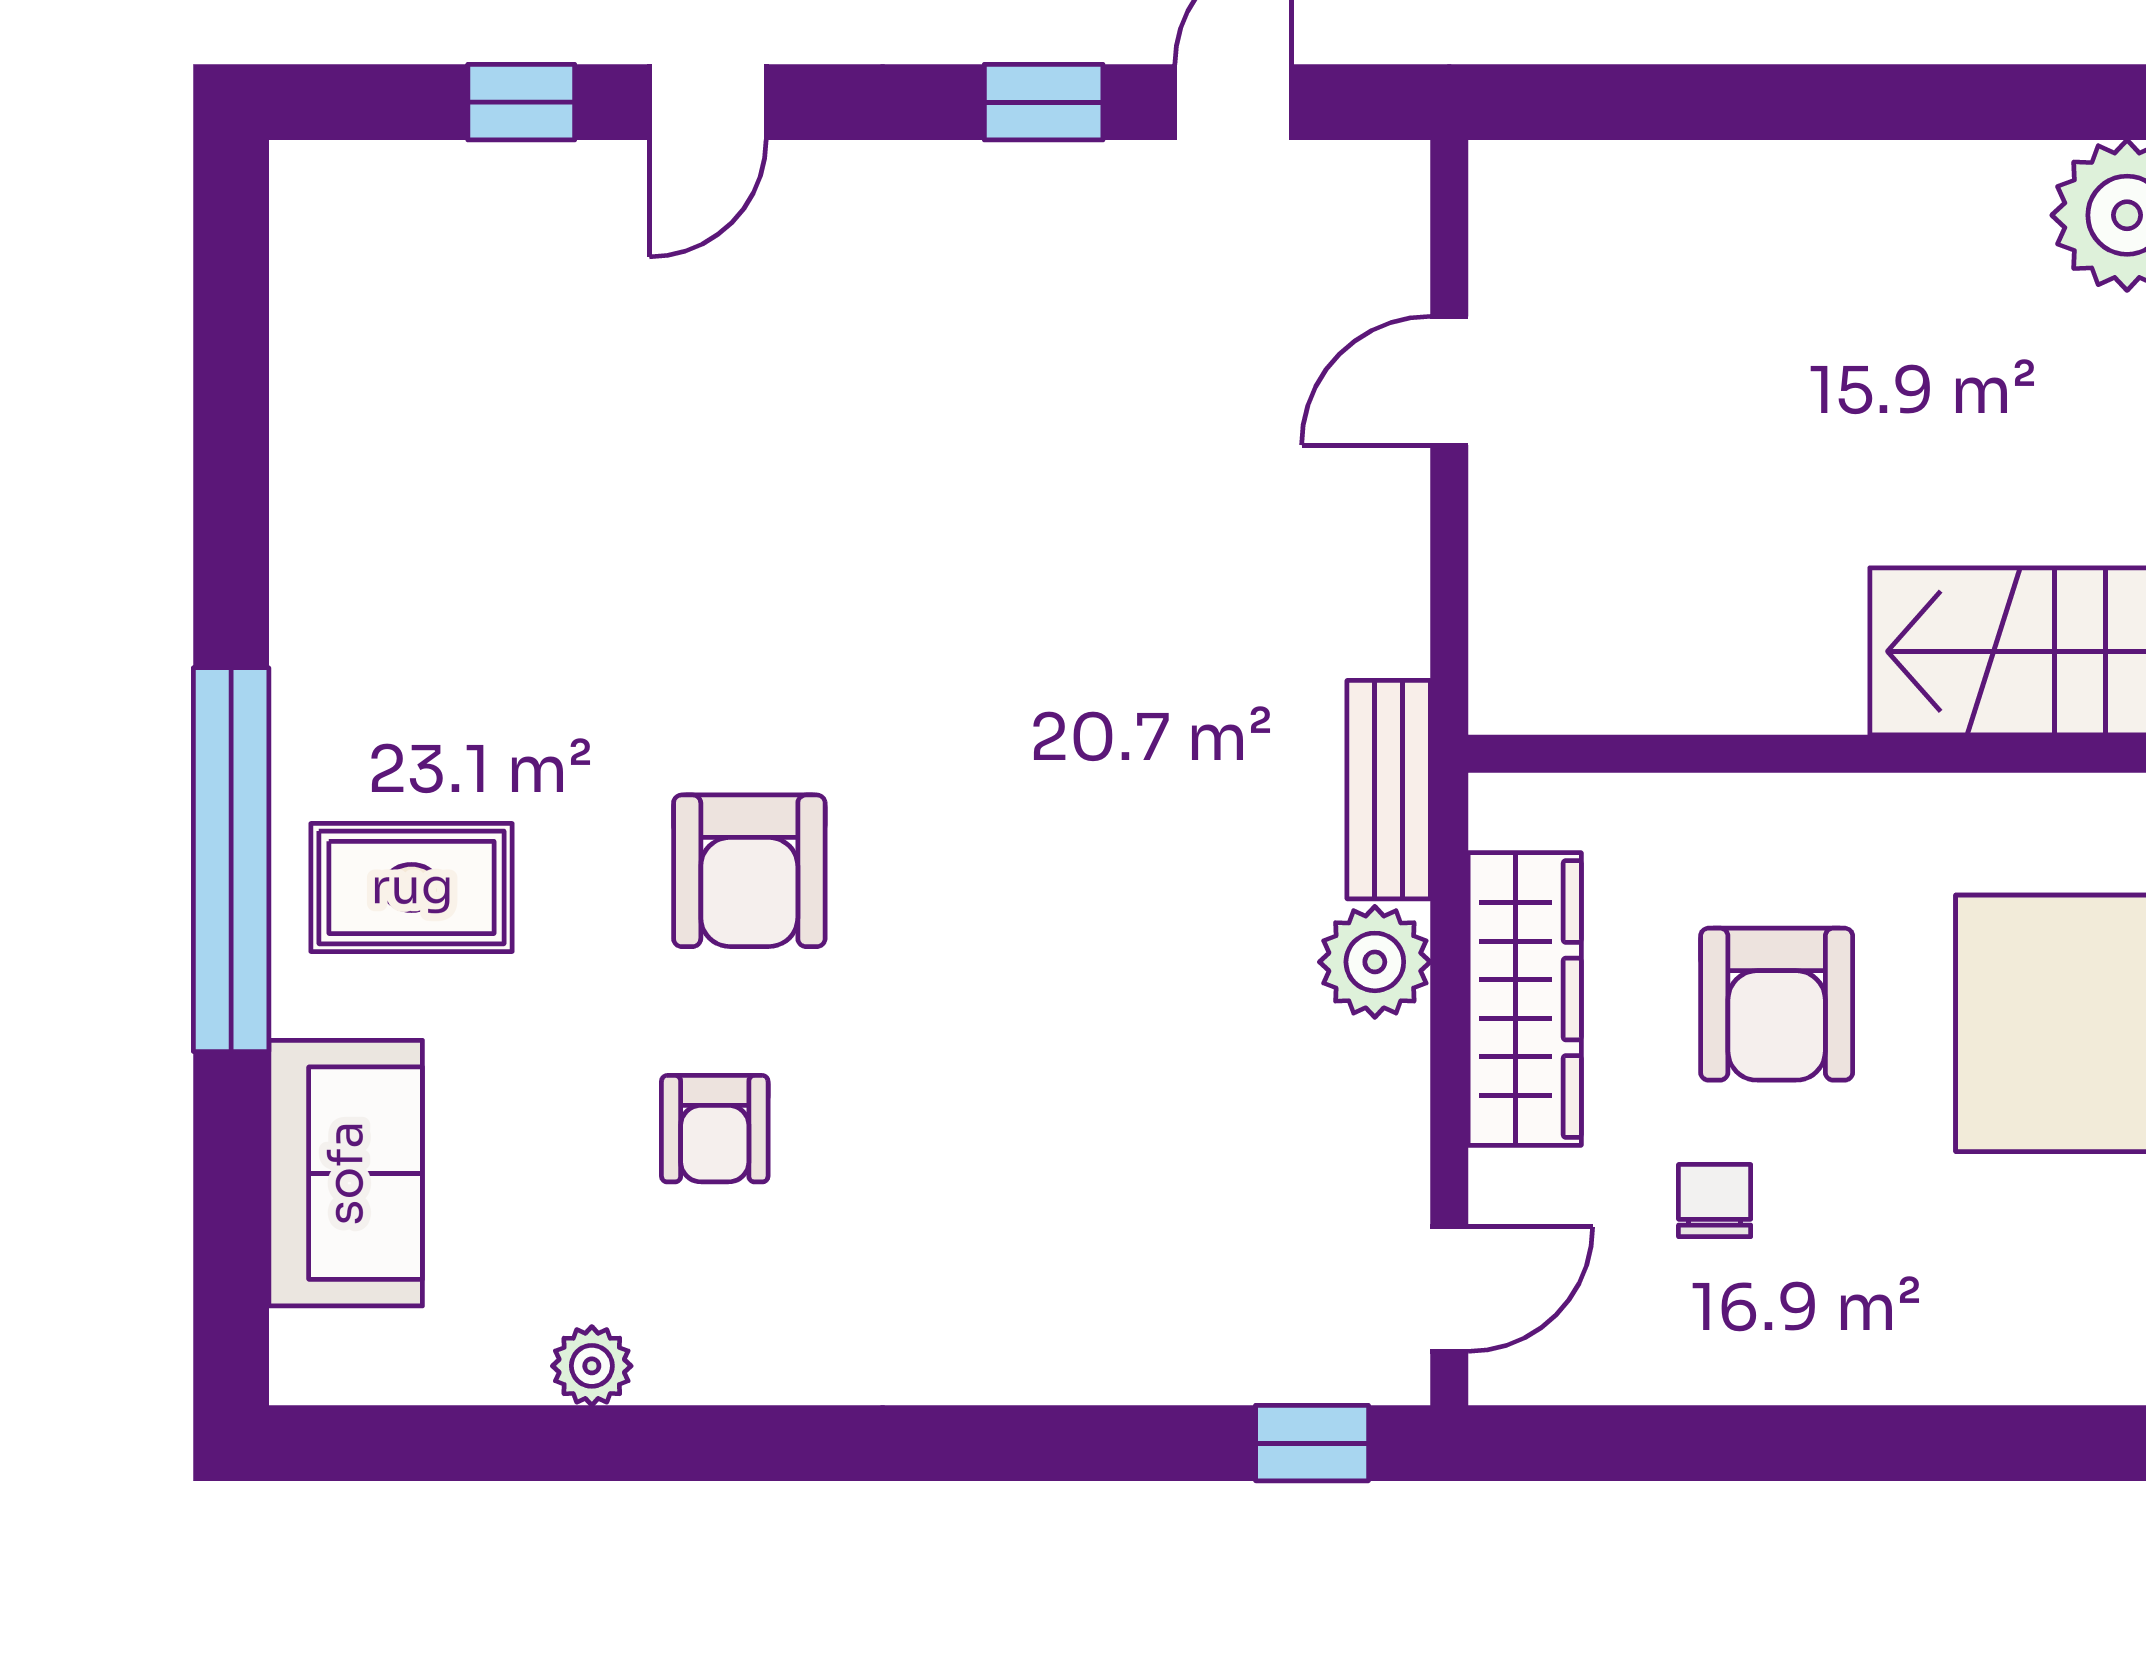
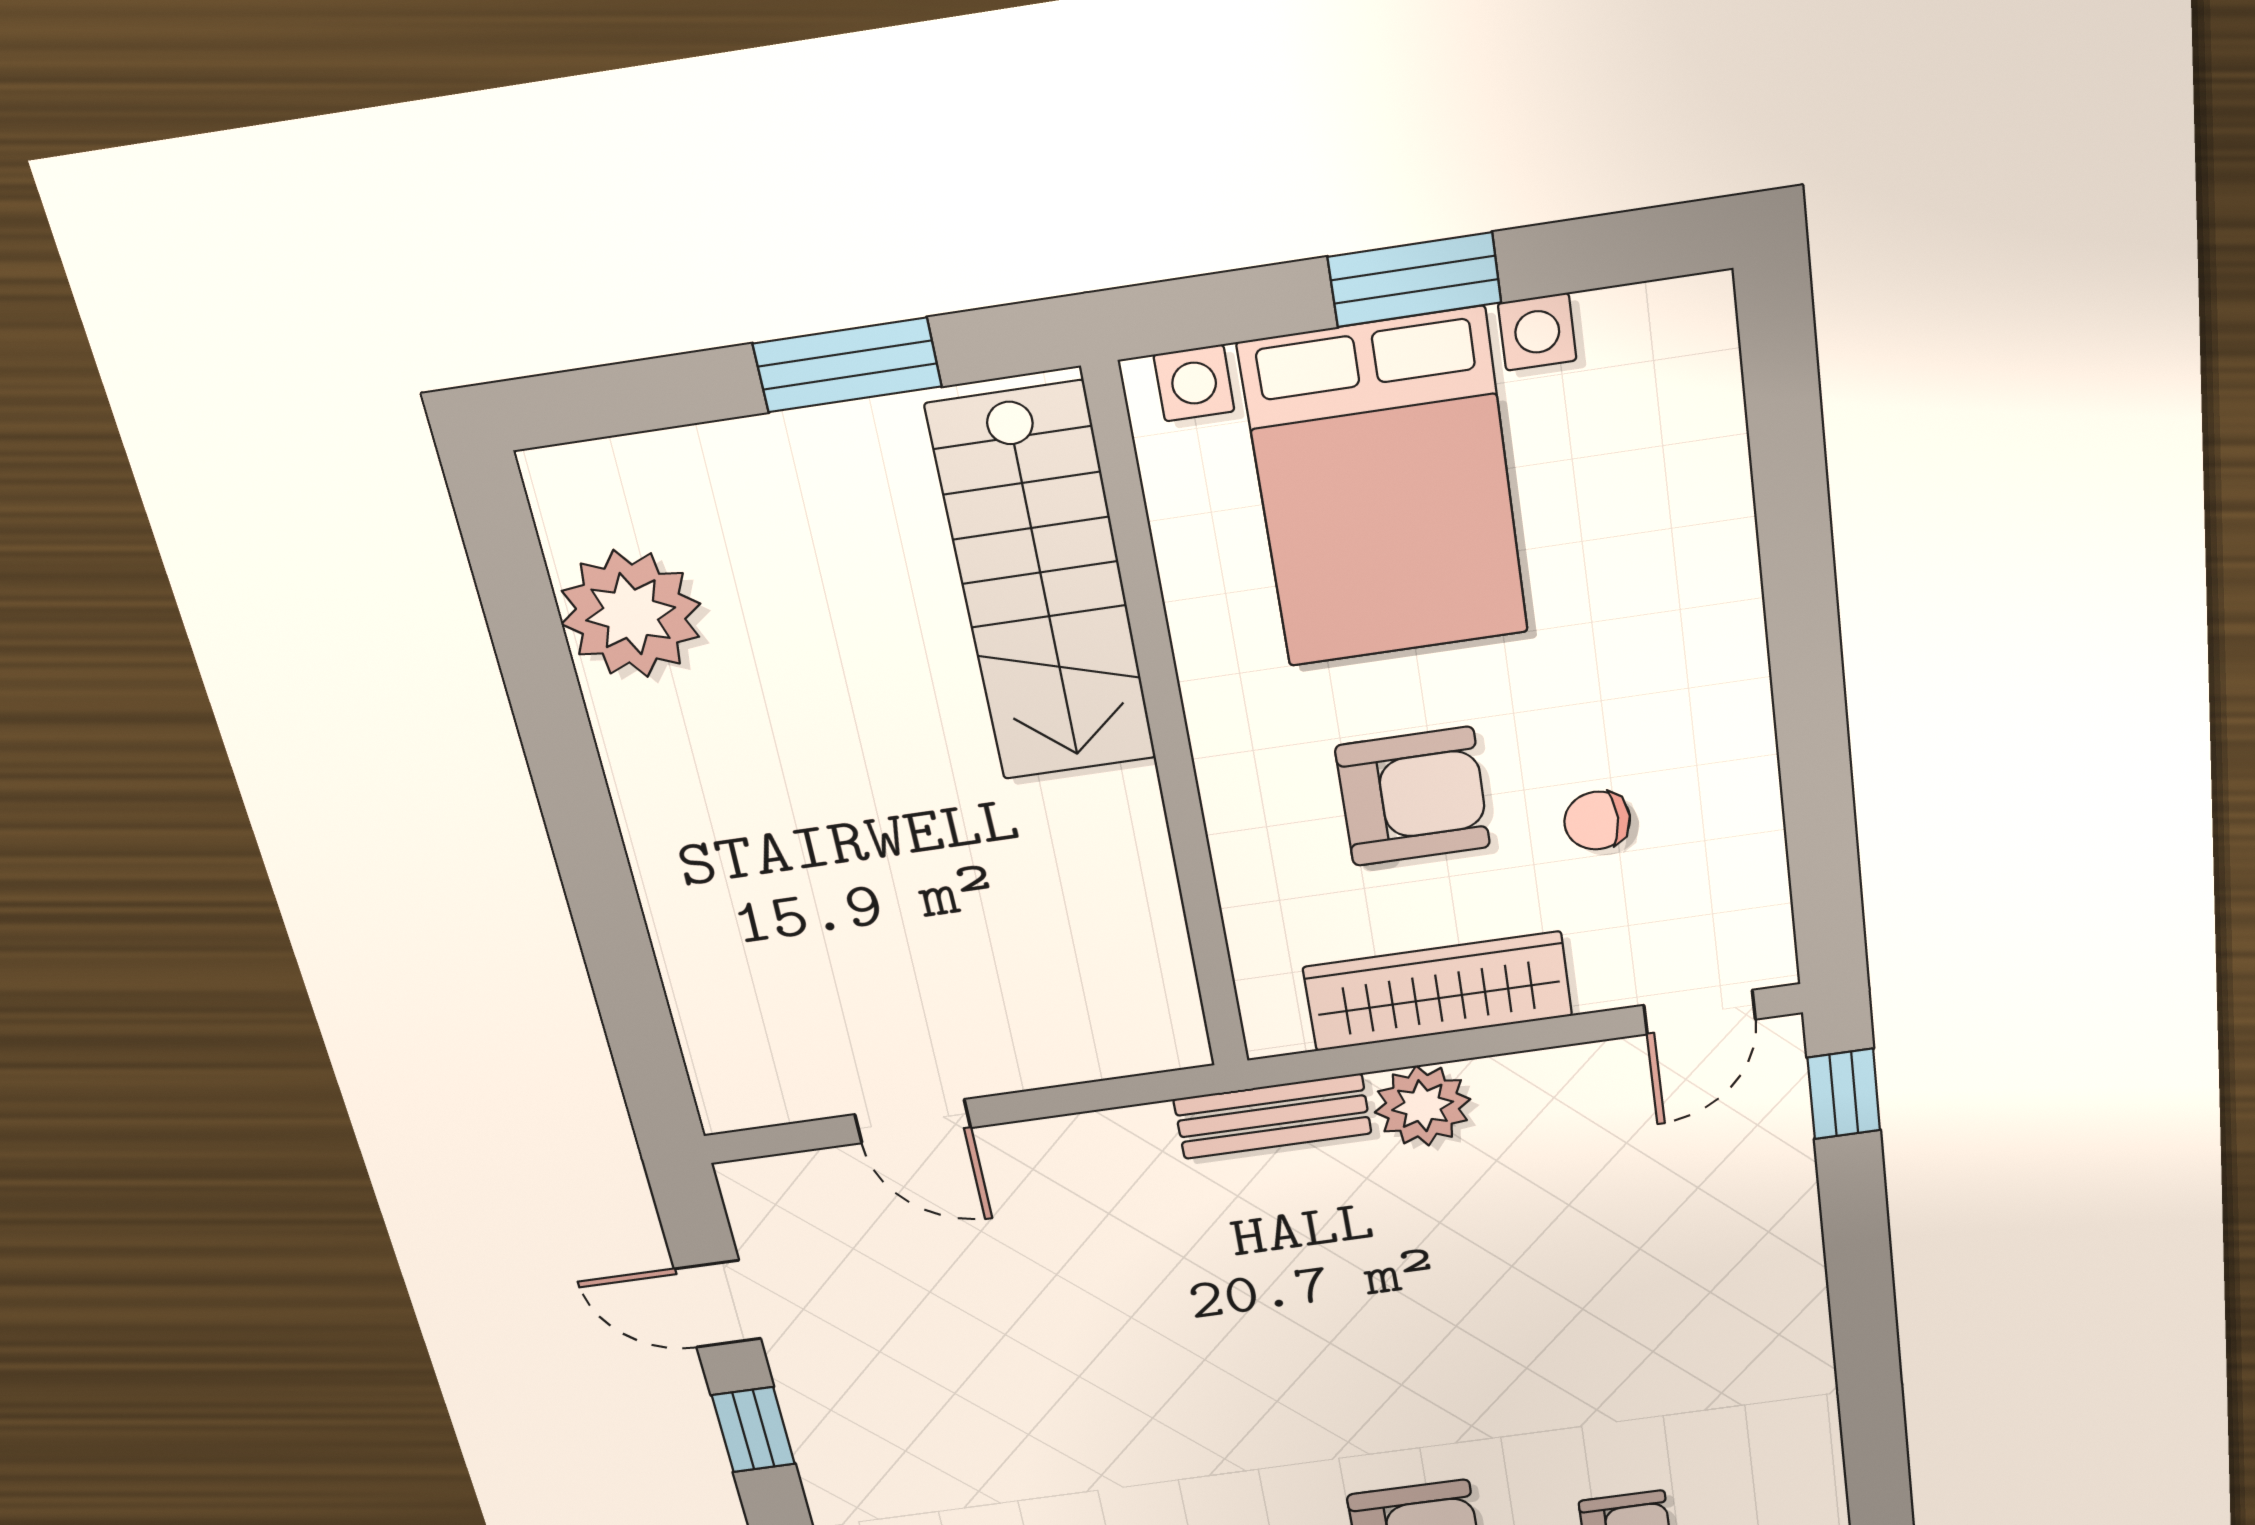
door: (1449, 1289) -> (1700, 1012), swing flipped

